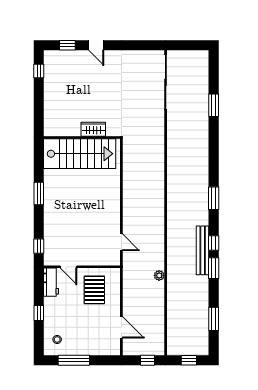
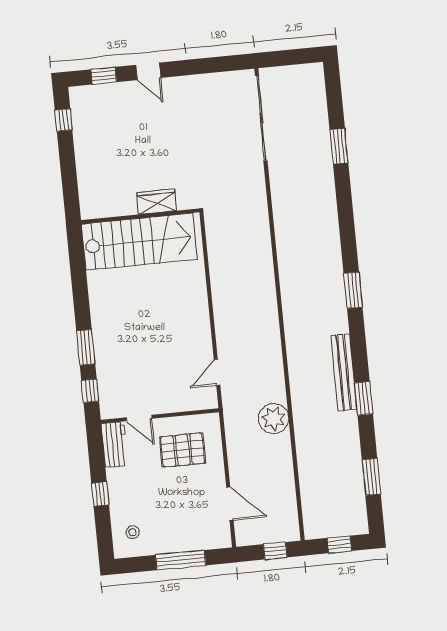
window: (39, 194) -> (86, 347), moved
door: (121, 242) -> (217, 372), swing flipped
window: (214, 243) -> (360, 359), removed
plant: (159, 275) -> (274, 419), width x1.87, depth x1.87
pallet: (94, 290) -> (183, 450), turned 90
window: (74, 360) -> (181, 560), moved

